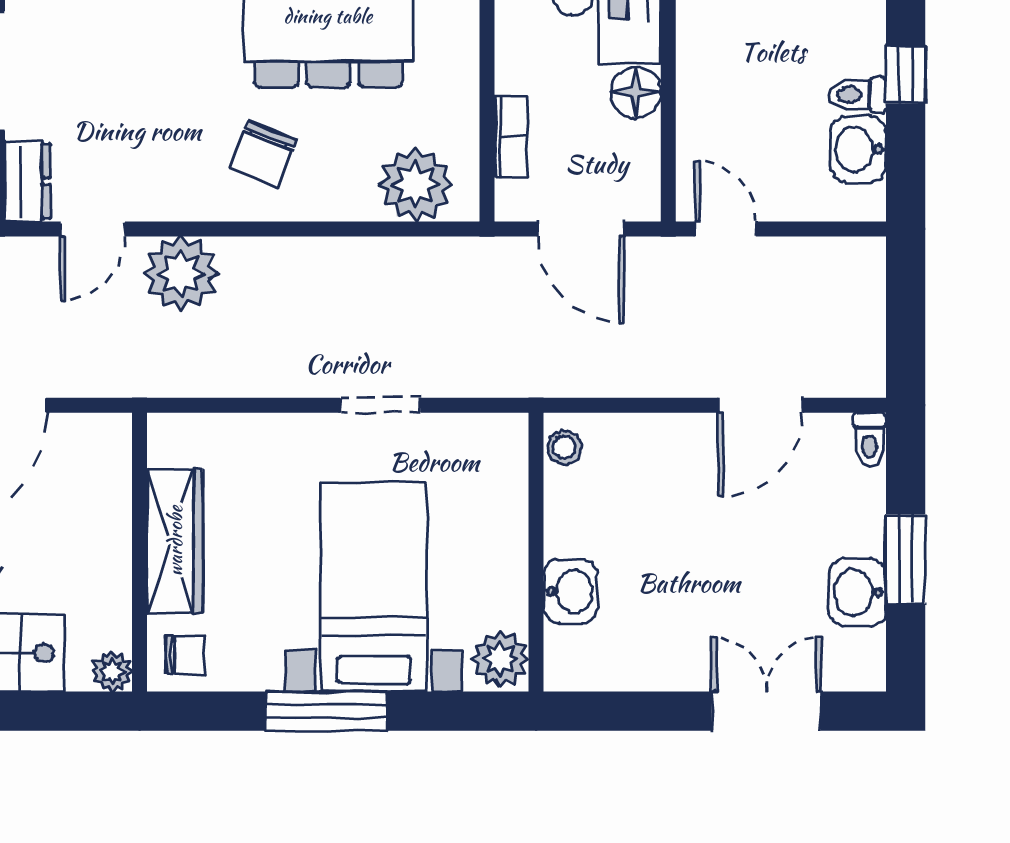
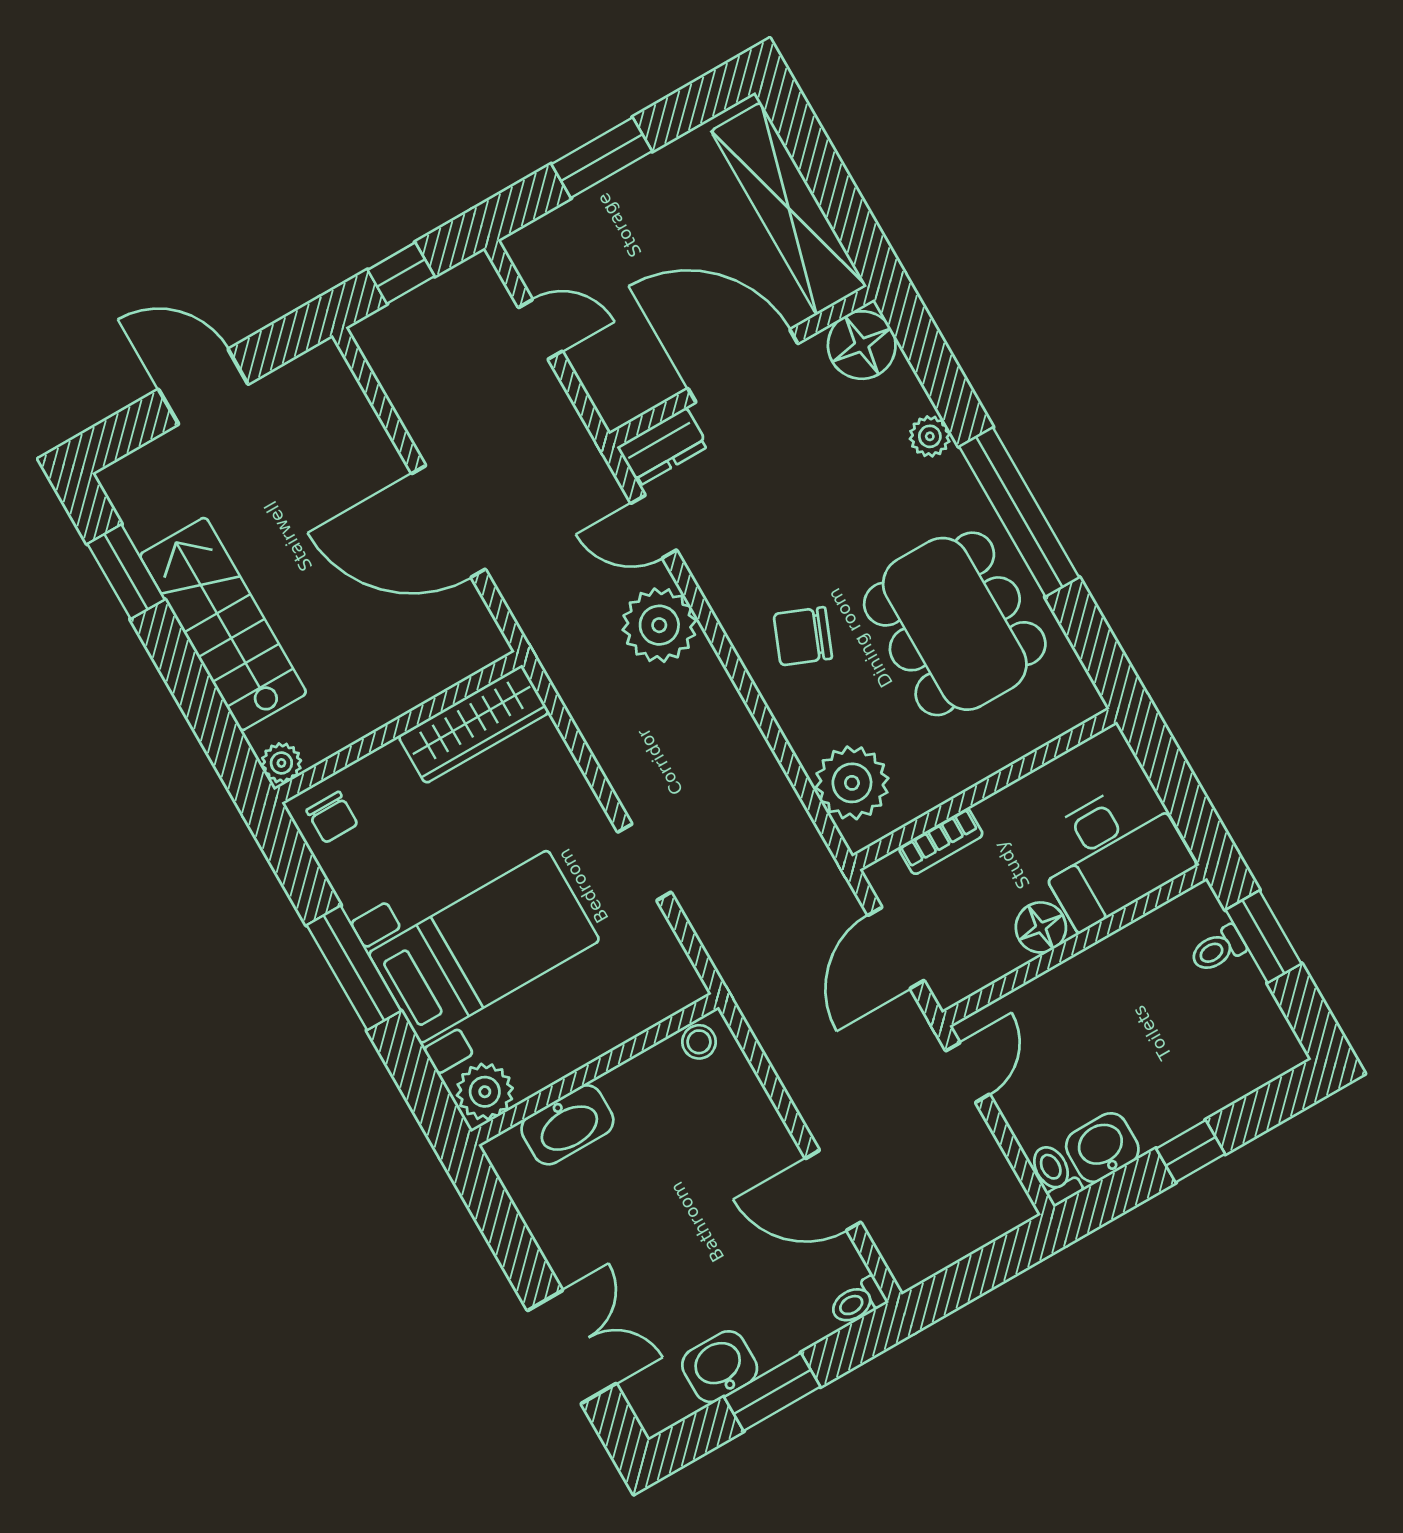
toilet: (857, 95) -> (1055, 1174), moved
wardrobe: (175, 541) -> (474, 724), moved
washbasin: (571, 591) -> (567, 1125), width x1.38

